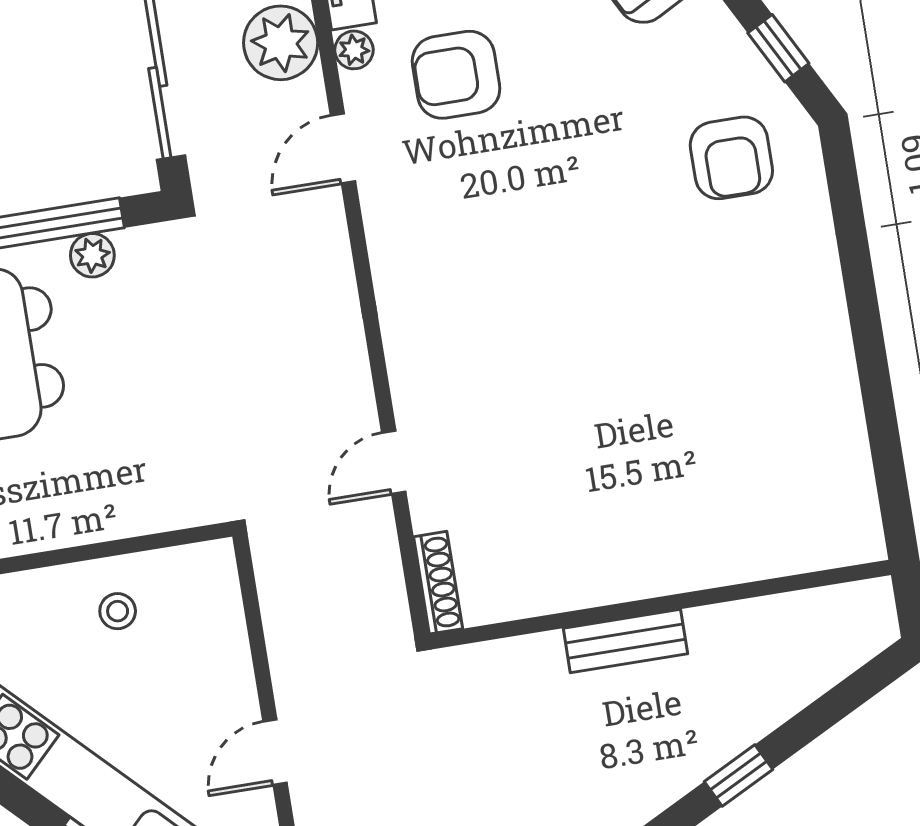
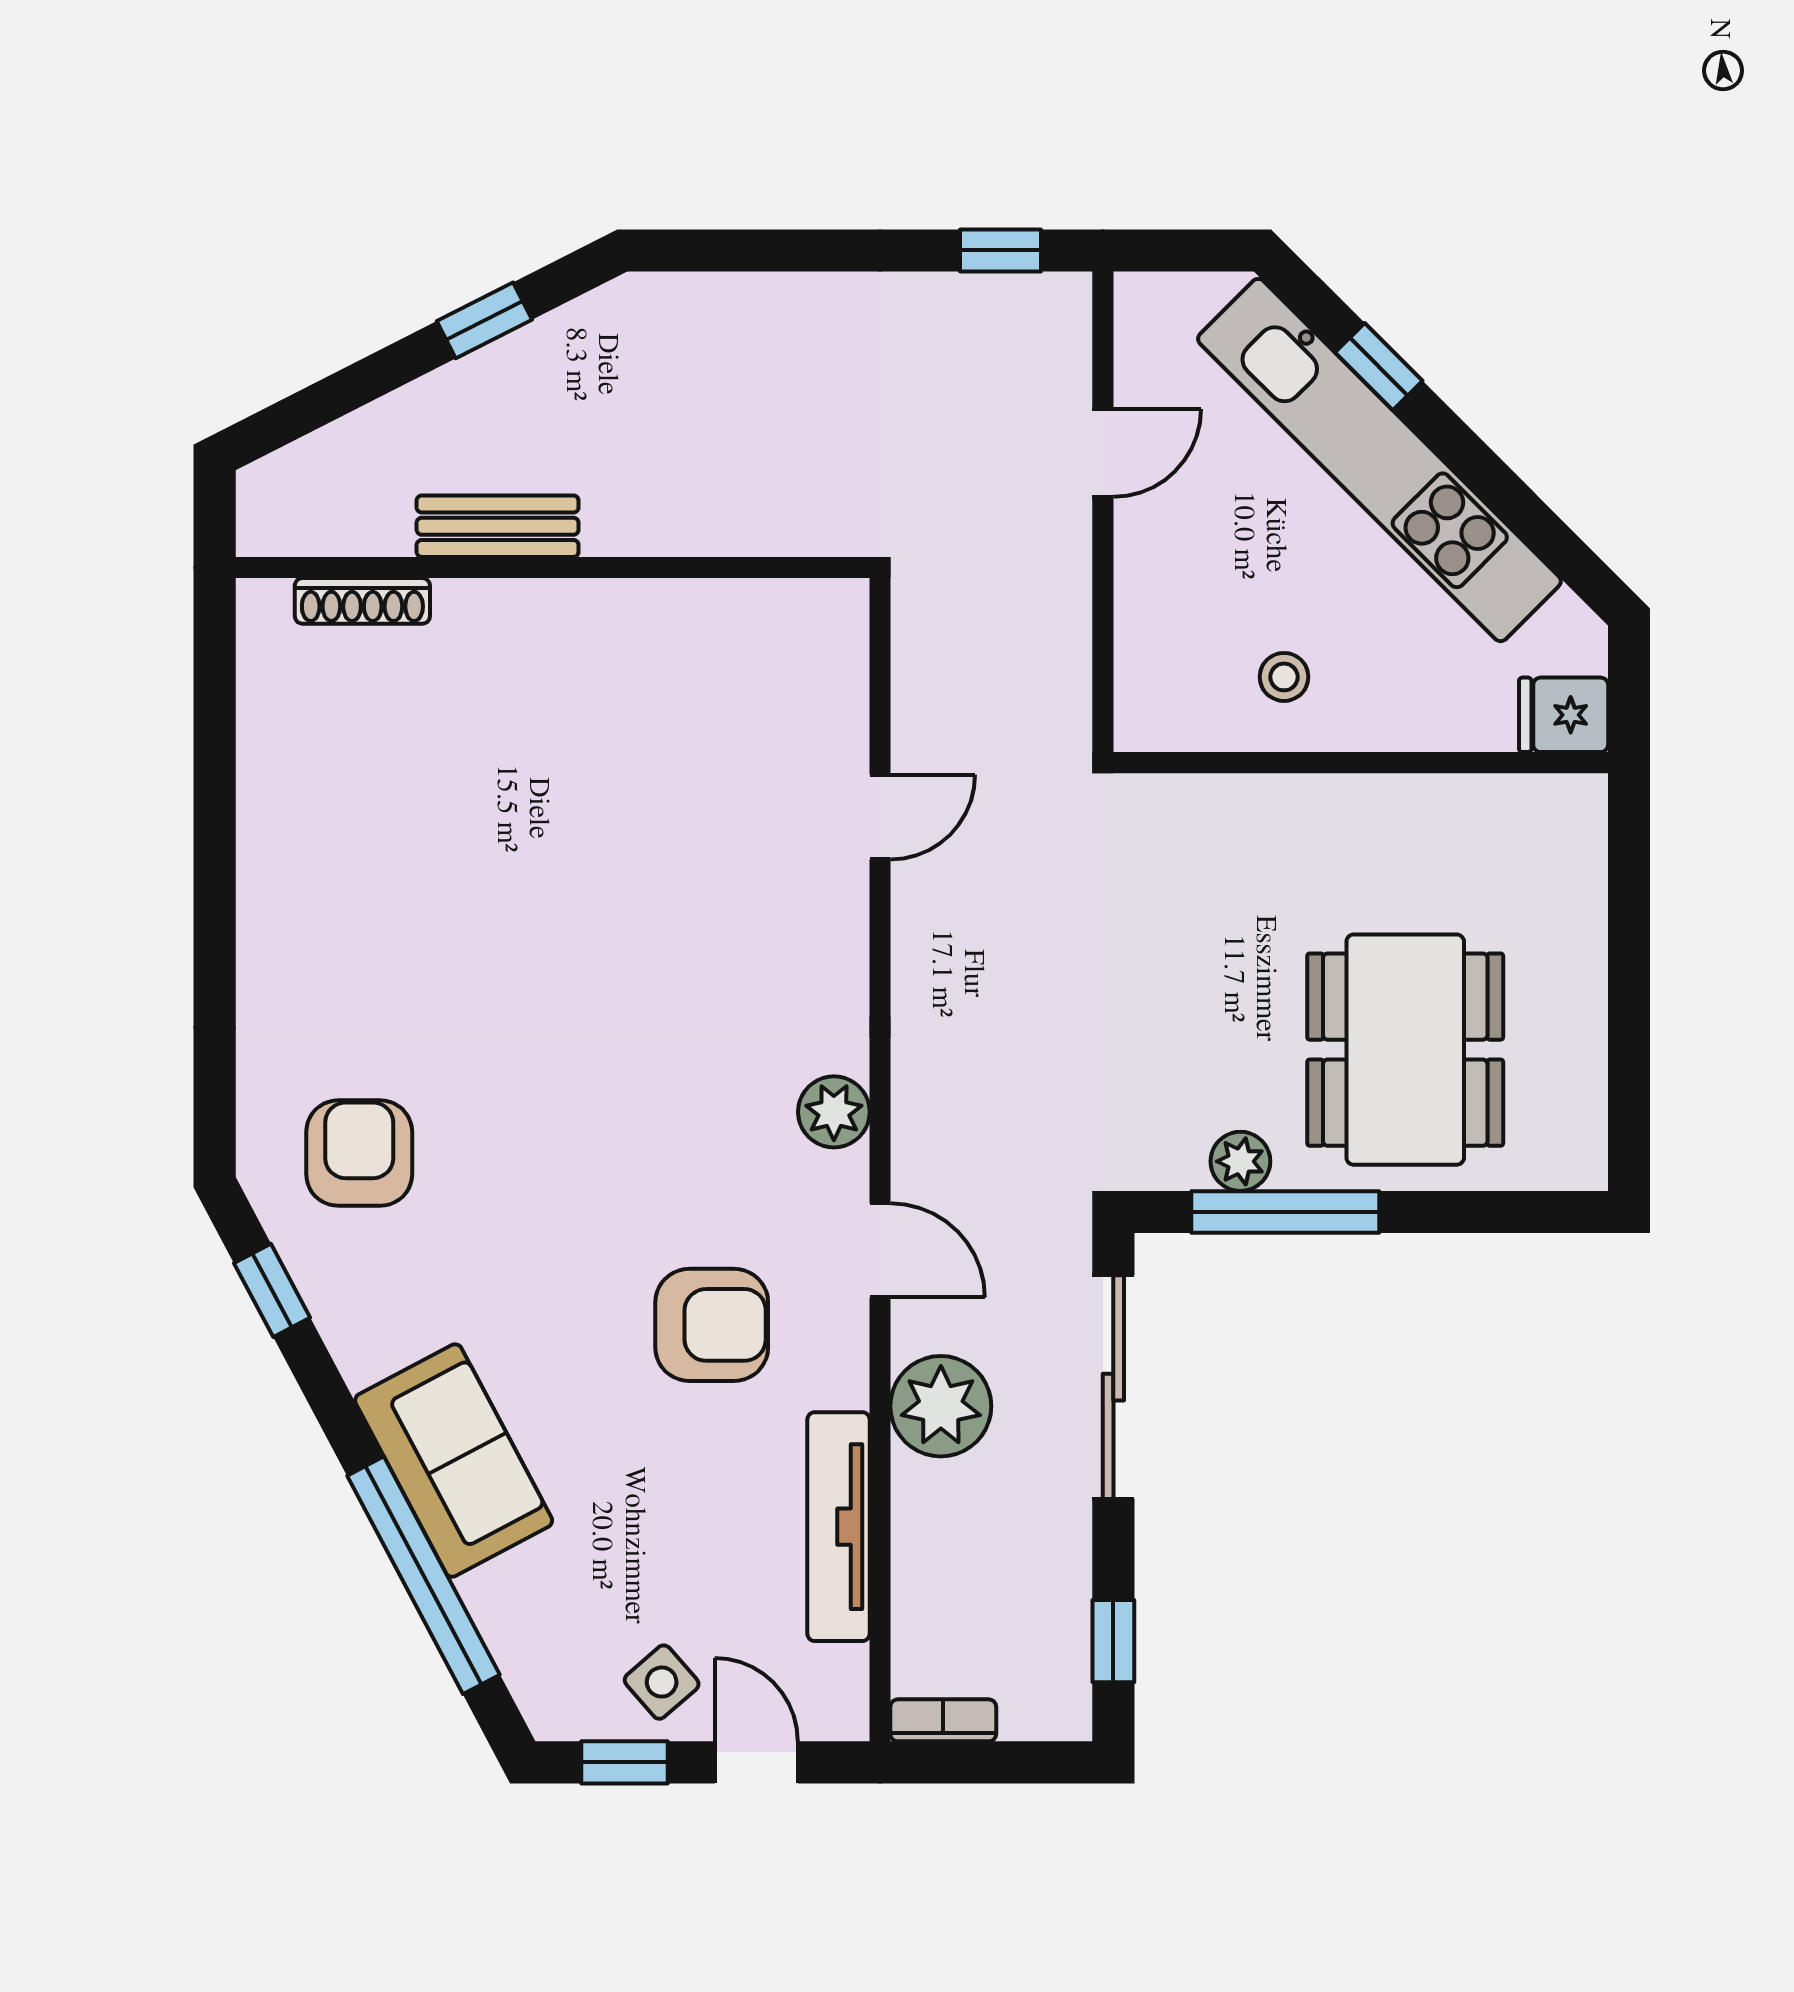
plant: (354, 50) -> (834, 1112), moved, width x1.38, depth x1.38
door: (343, 149) -> (880, 1250), hinge flipped
shoe rack: (438, 583) -> (362, 601), moved, turned -90
bench: (625, 641) -> (498, 526), moved

